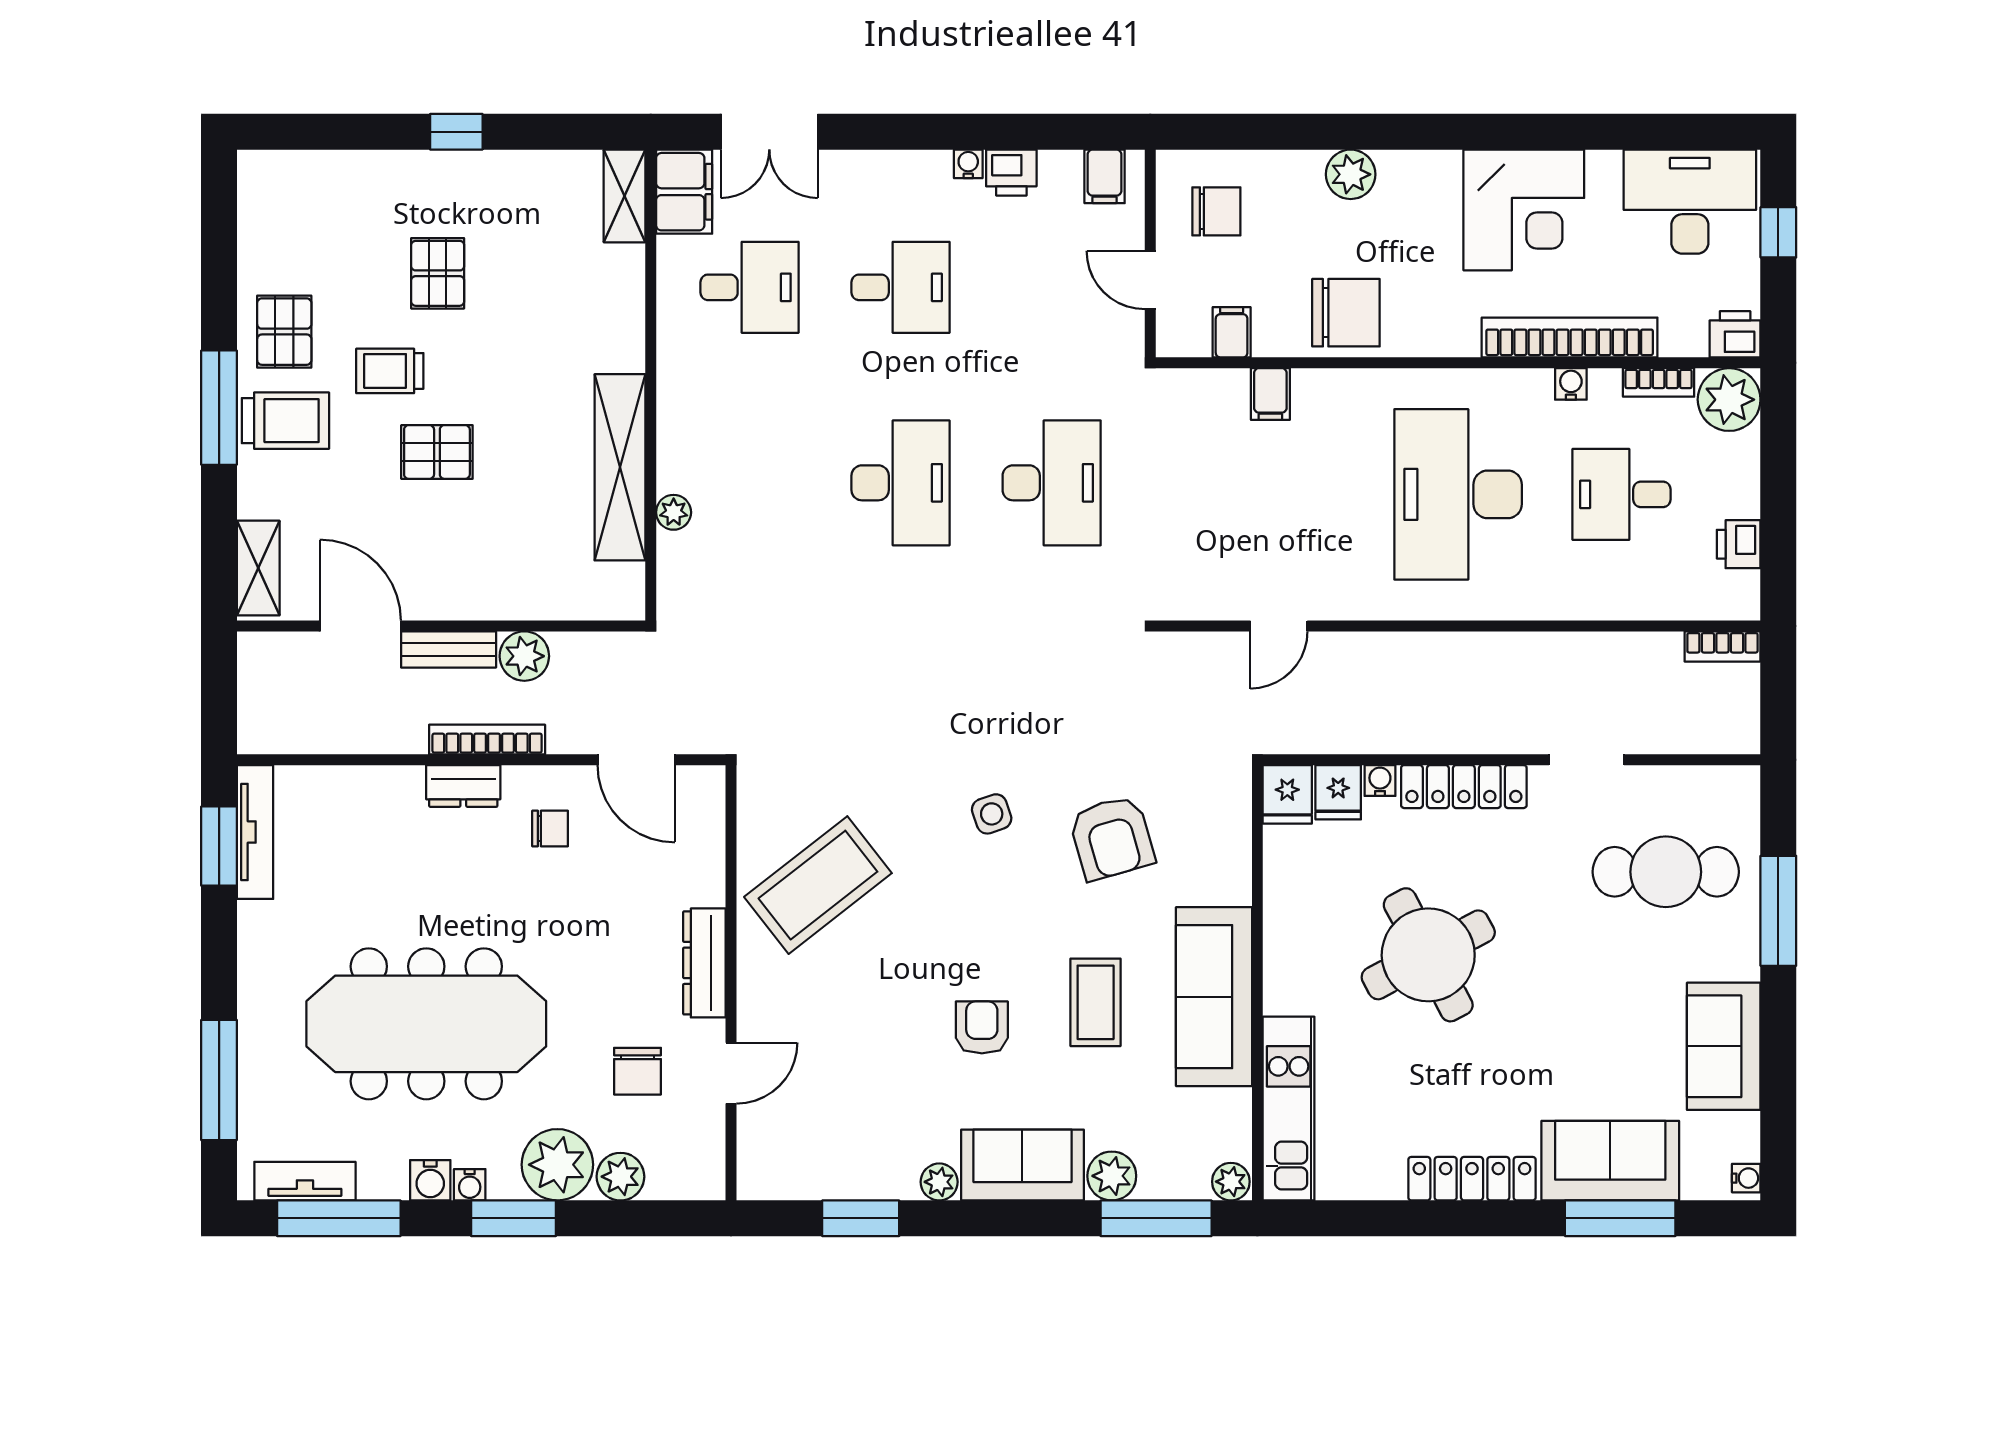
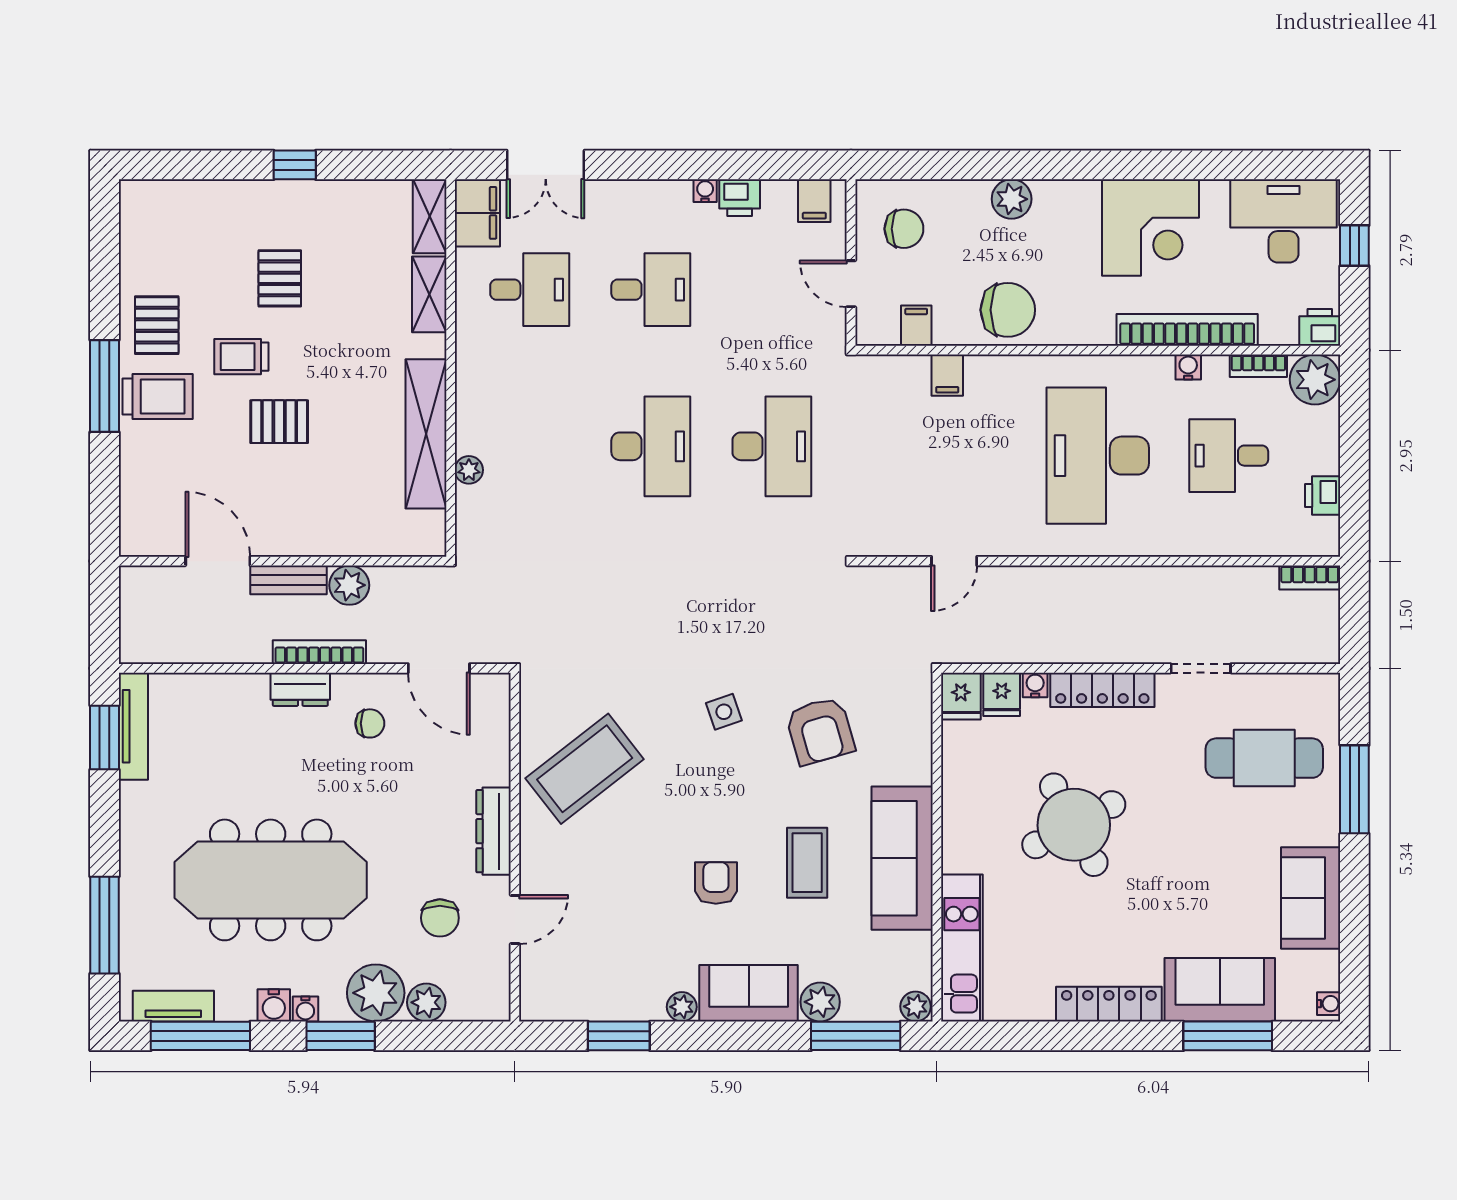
shelving: (258, 568) -> (429, 294), moved

